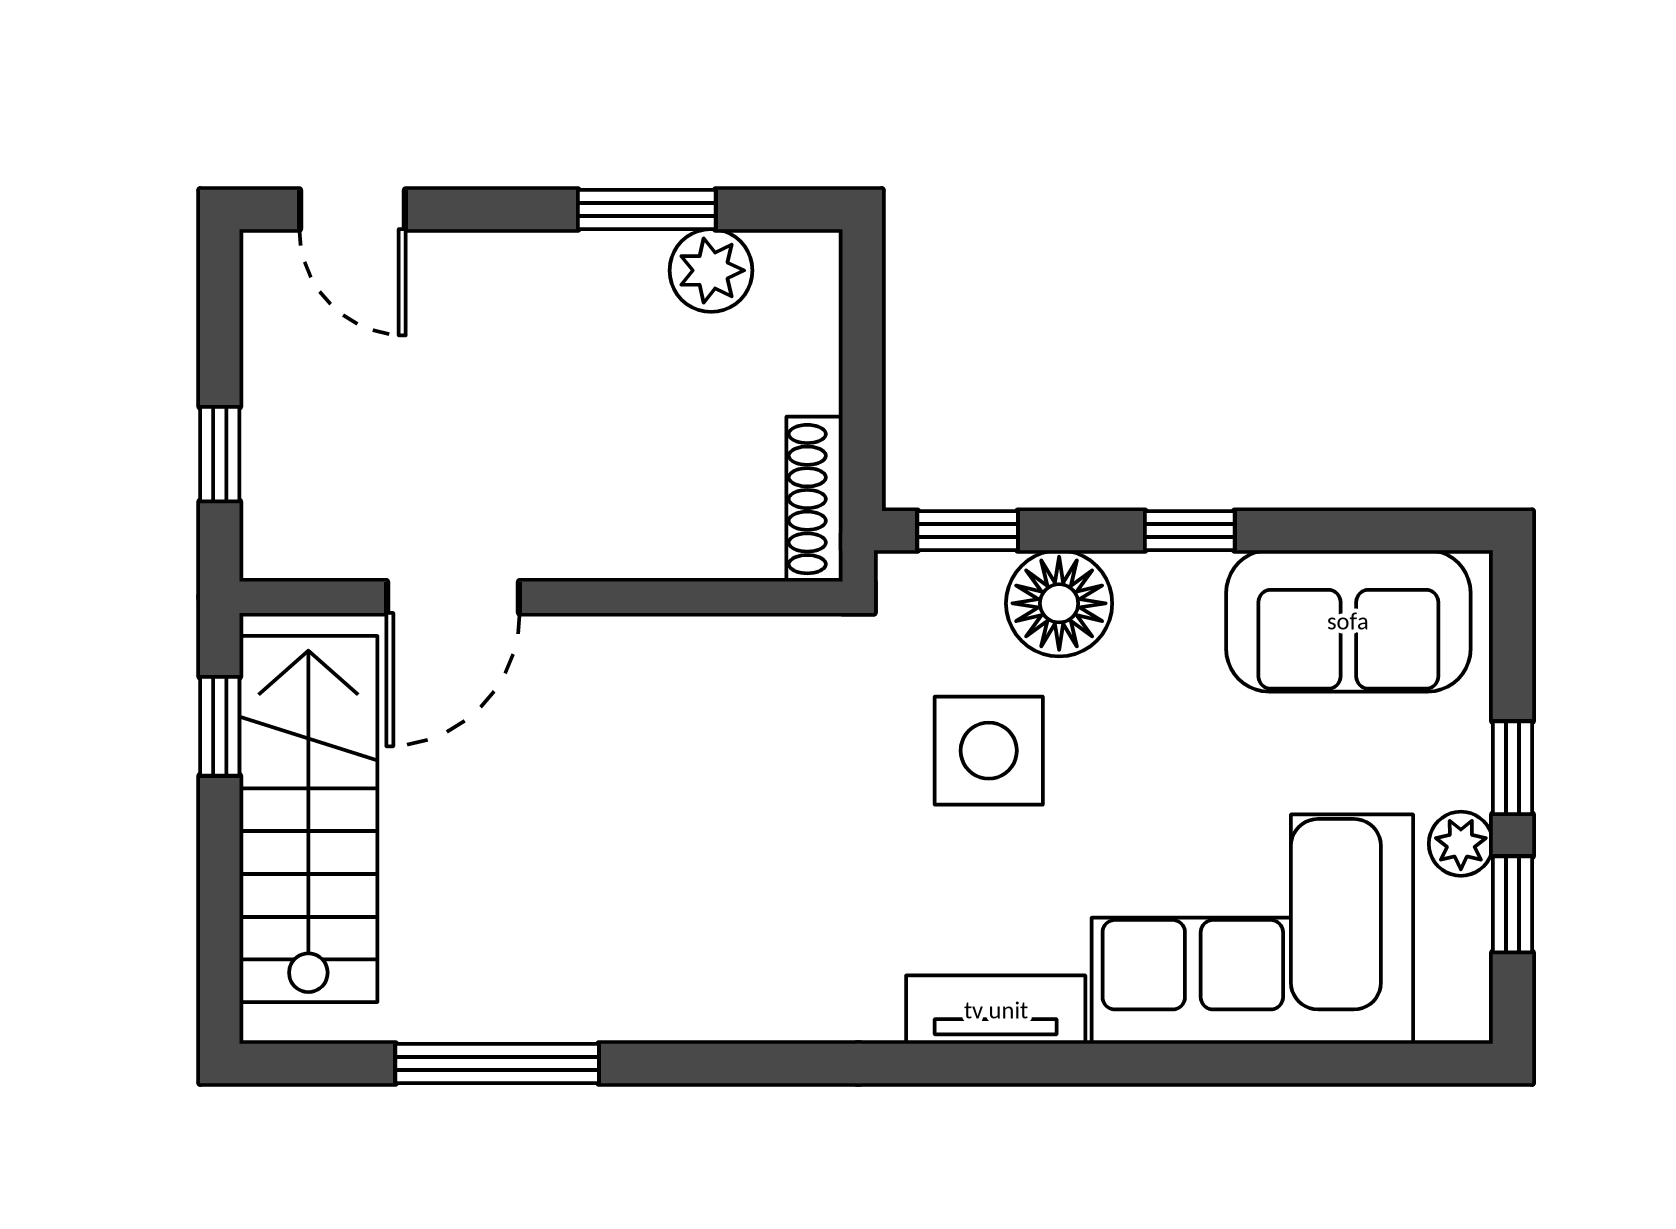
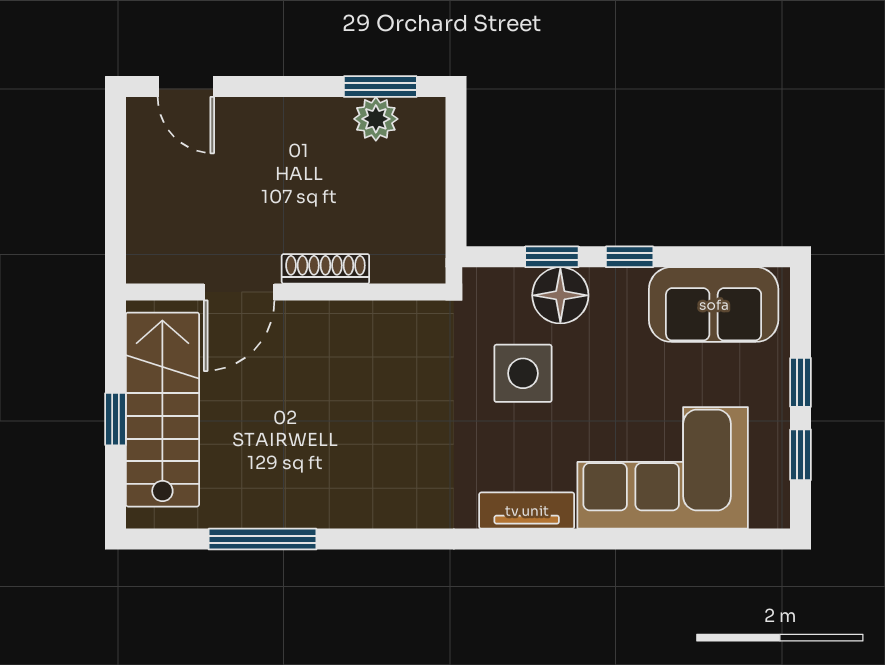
window: (647, 209) -> (380, 87), moved
window: (220, 454) -> (116, 216), removed
shoe rack: (815, 499) -> (325, 269), moved, turned 90
window: (968, 531) -> (552, 257), moved
window: (220, 726) -> (116, 419), moved
plant: (1461, 844) -> (773, 423), removed

